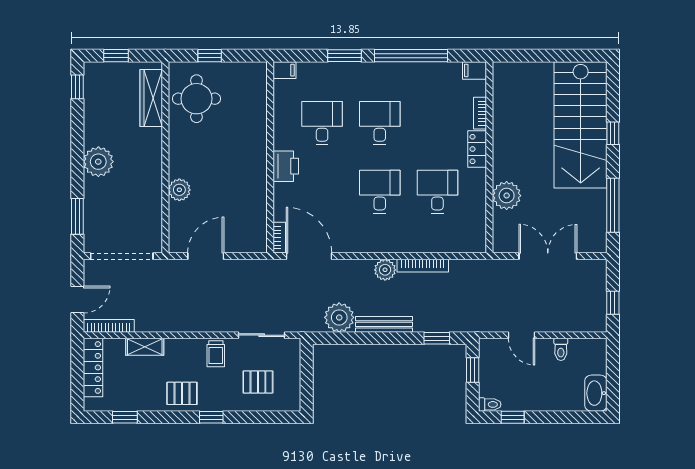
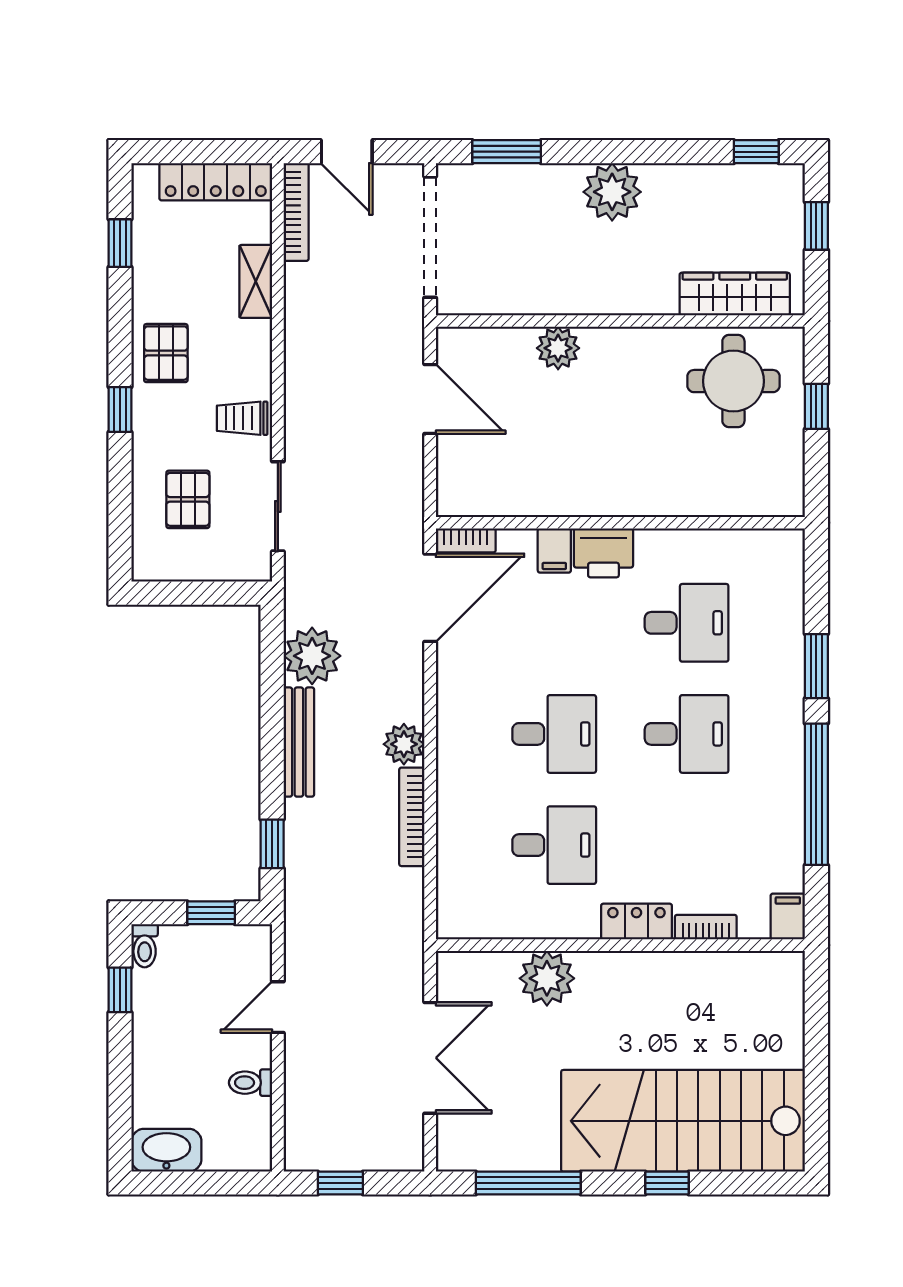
filing cabinet: (284, 70) -> (554, 551), moved

